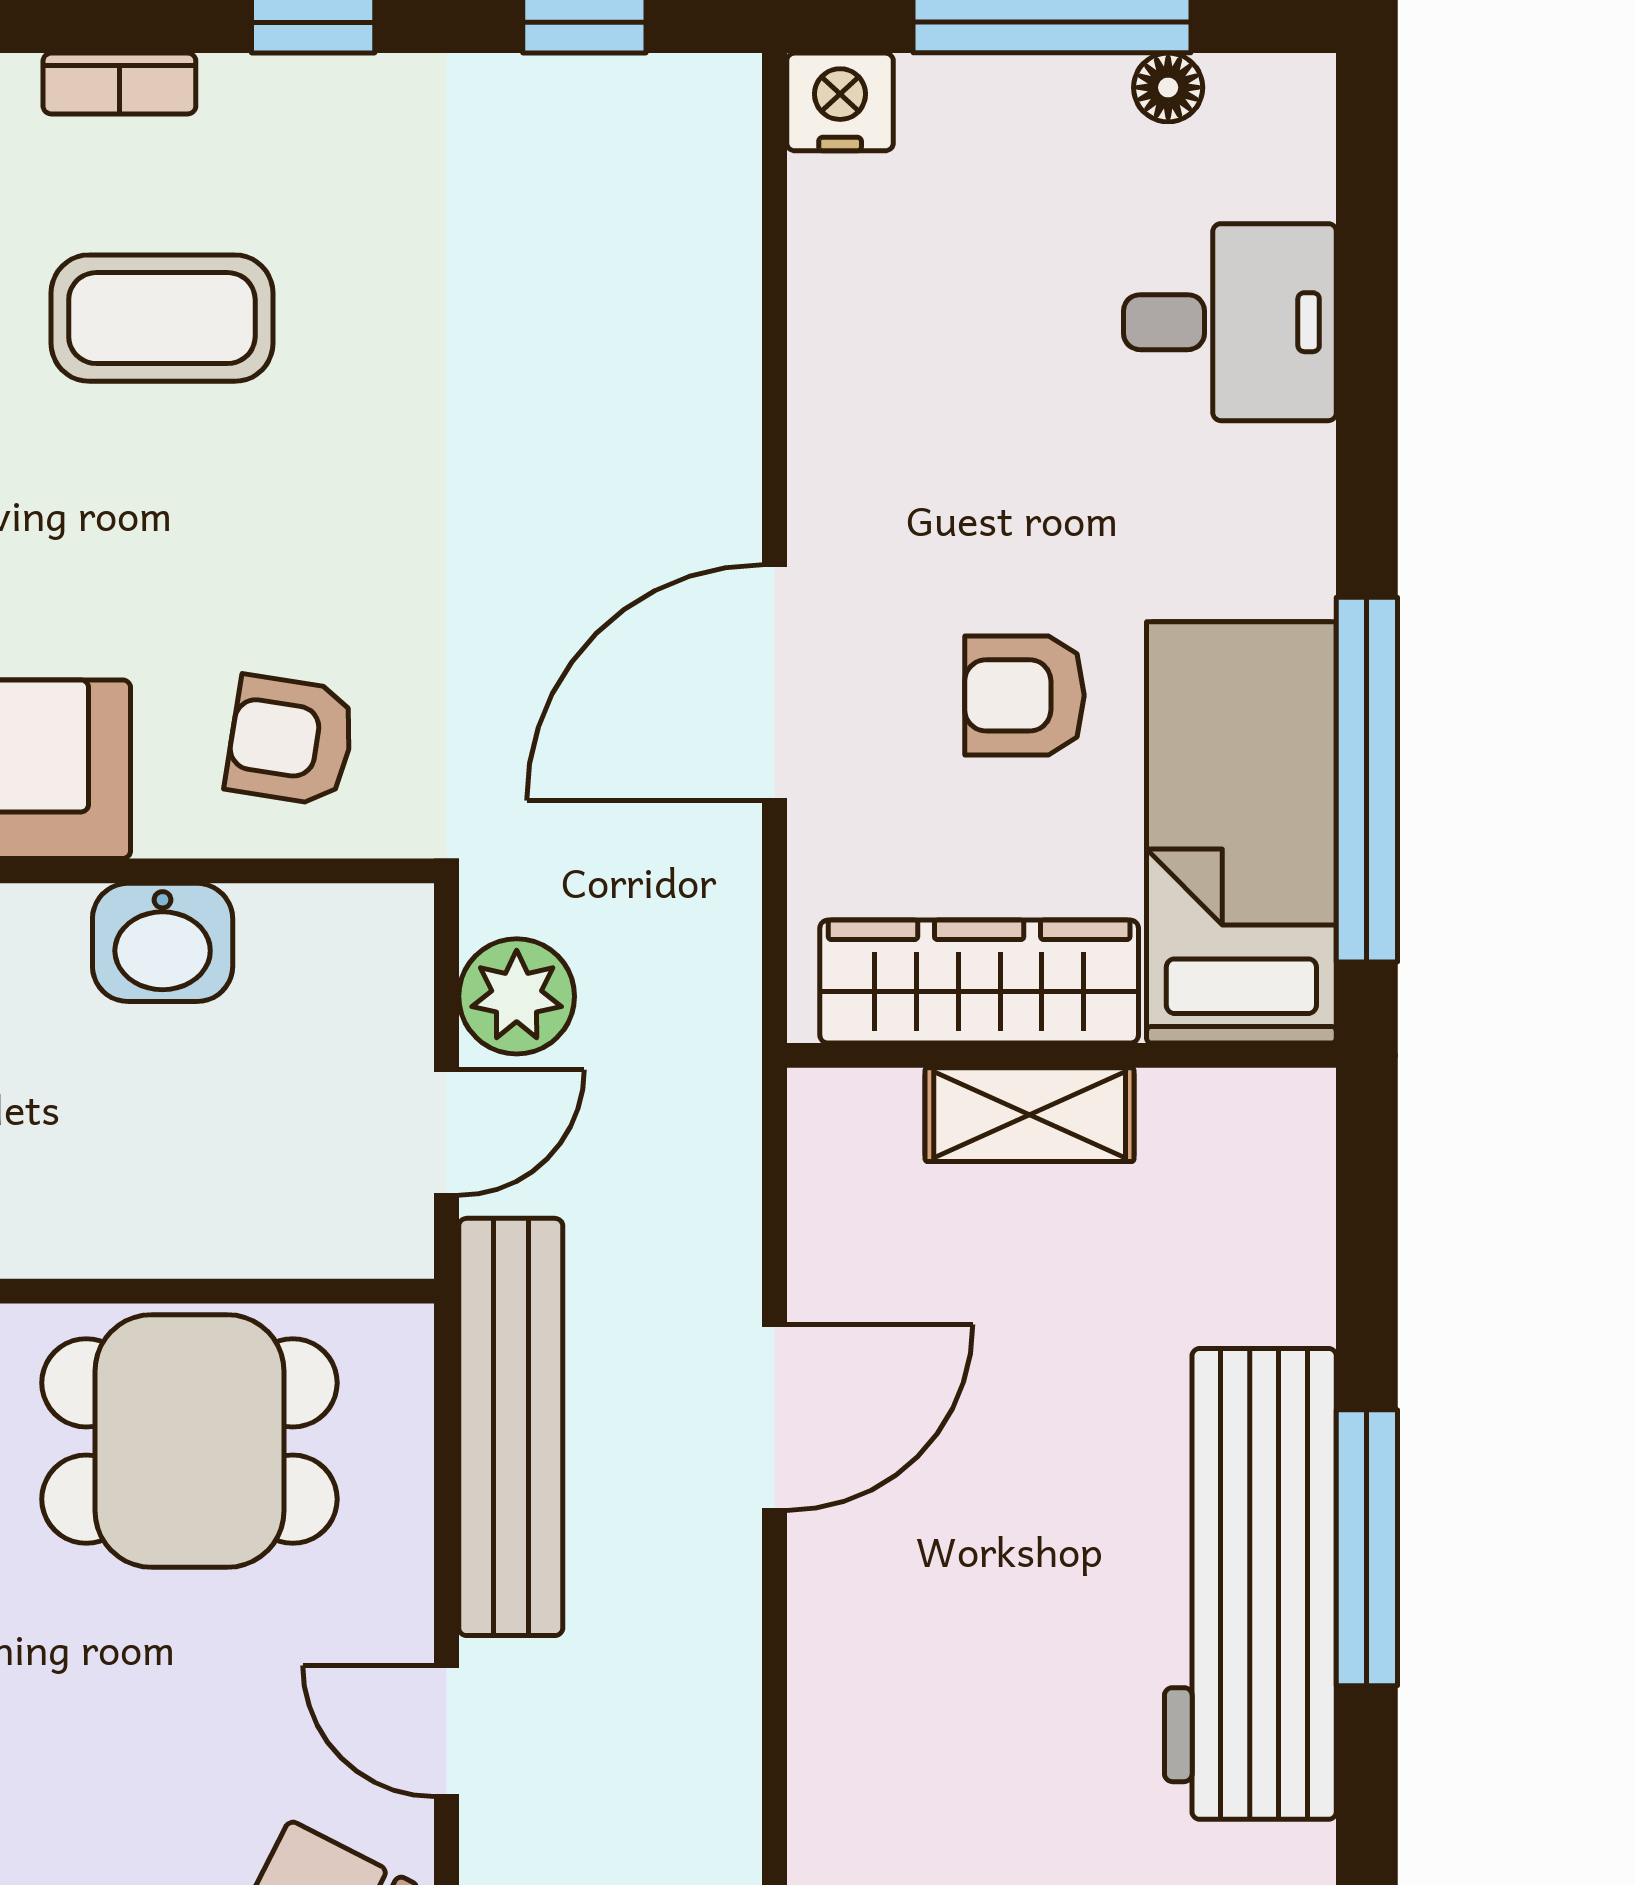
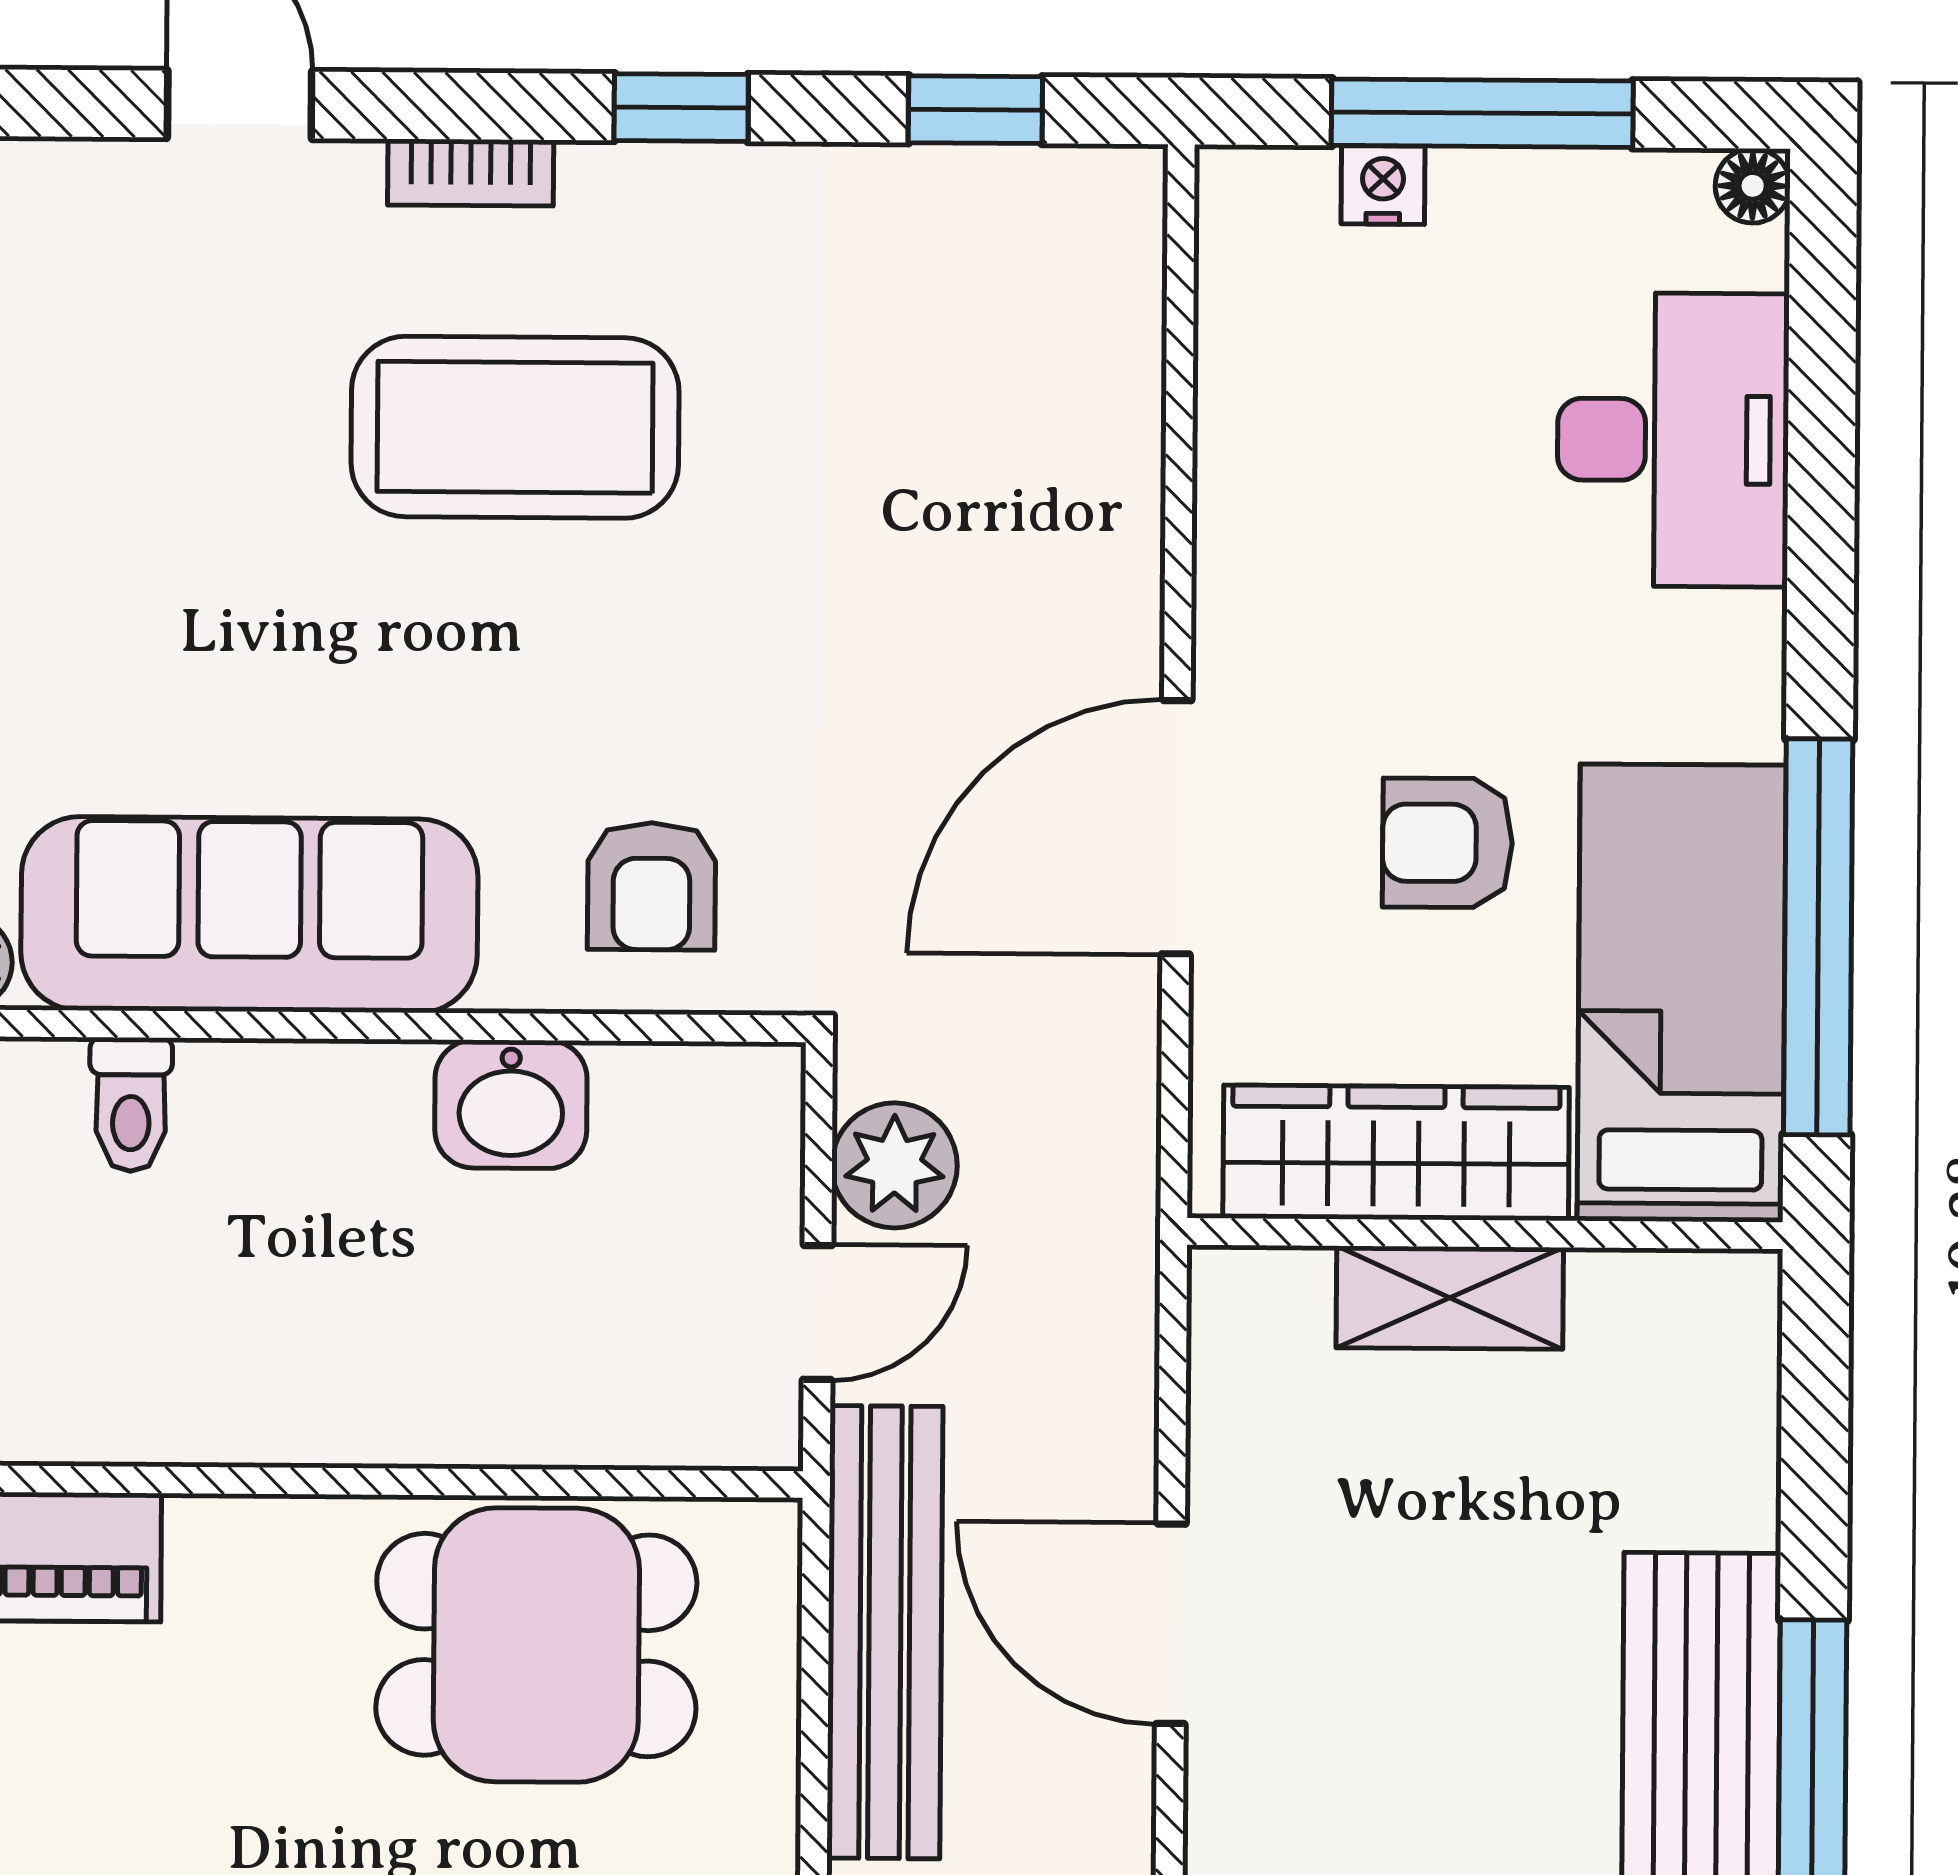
floor lamp: (1168, 87) -> (1753, 186), moved
nightstand: (840, 102) -> (1383, 185), moved, width x0.72, depth x0.74
coffee table: (162, 318) -> (515, 427), width x1.36, depth x1.32
desk: (1230, 322) -> (1673, 440), width x1.37
armchair: (291, 740) -> (652, 886), turned -99
door: (775, 1417) -> (1171, 1624), swing flipped

